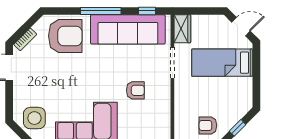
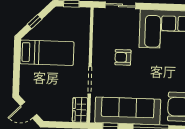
bed: (222, 63) -> (47, 53), moved
armchair: (208, 125) -> (60, 25), removed

